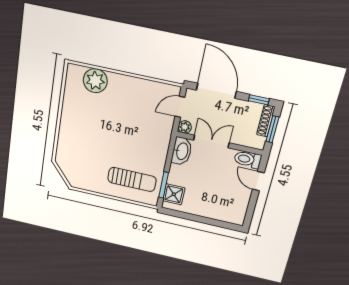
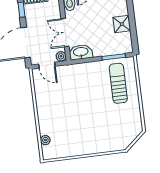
plant: (95, 81) -> (45, 140), width x0.53, depth x0.53
shower: (174, 194) -> (122, 24), moved

